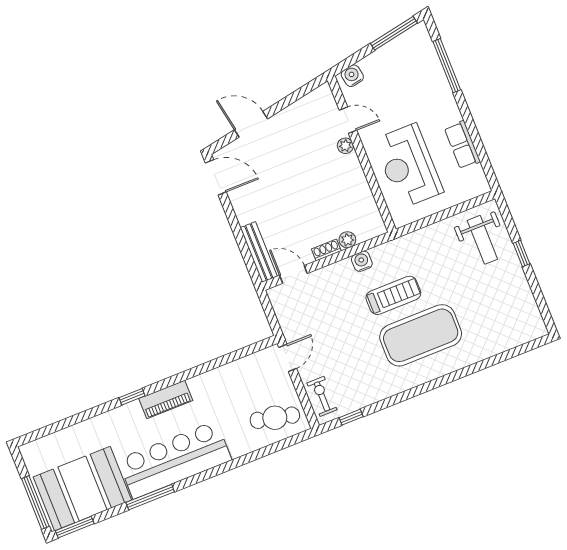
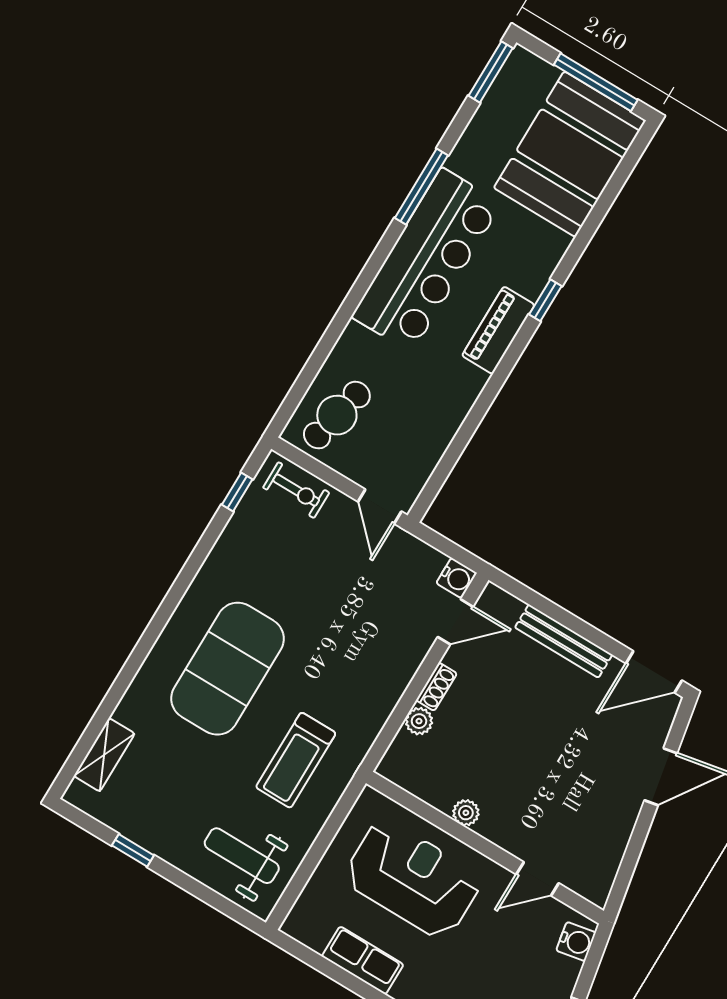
plant: (345, 146) -> (466, 813), moved
bench: (259, 252) -> (564, 641), moved
window: (522, 253) -> (133, 850), moved
water cooler: (362, 261) -> (457, 578), moved
treadmill: (393, 295) -> (296, 760), moved
shelving: (512, 339) -> (104, 755), added
booth: (82, 488) -> (570, 154), moved
window: (35, 503) -> (596, 82), moved

